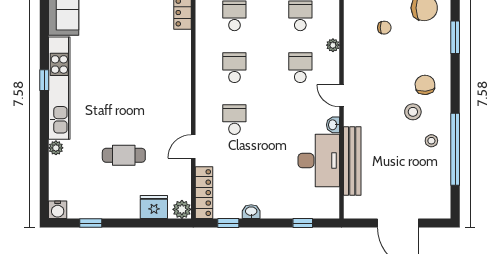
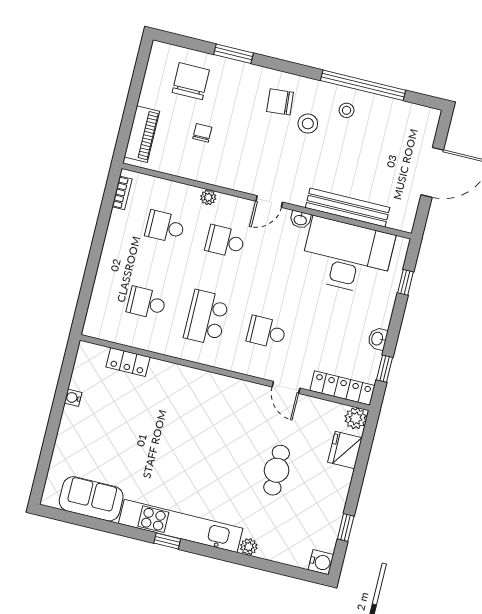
school desk: (234, 68) -> (206, 318), width x1.85
desk: (319, 161) -> (347, 256), width x1.36, depth x1.30

